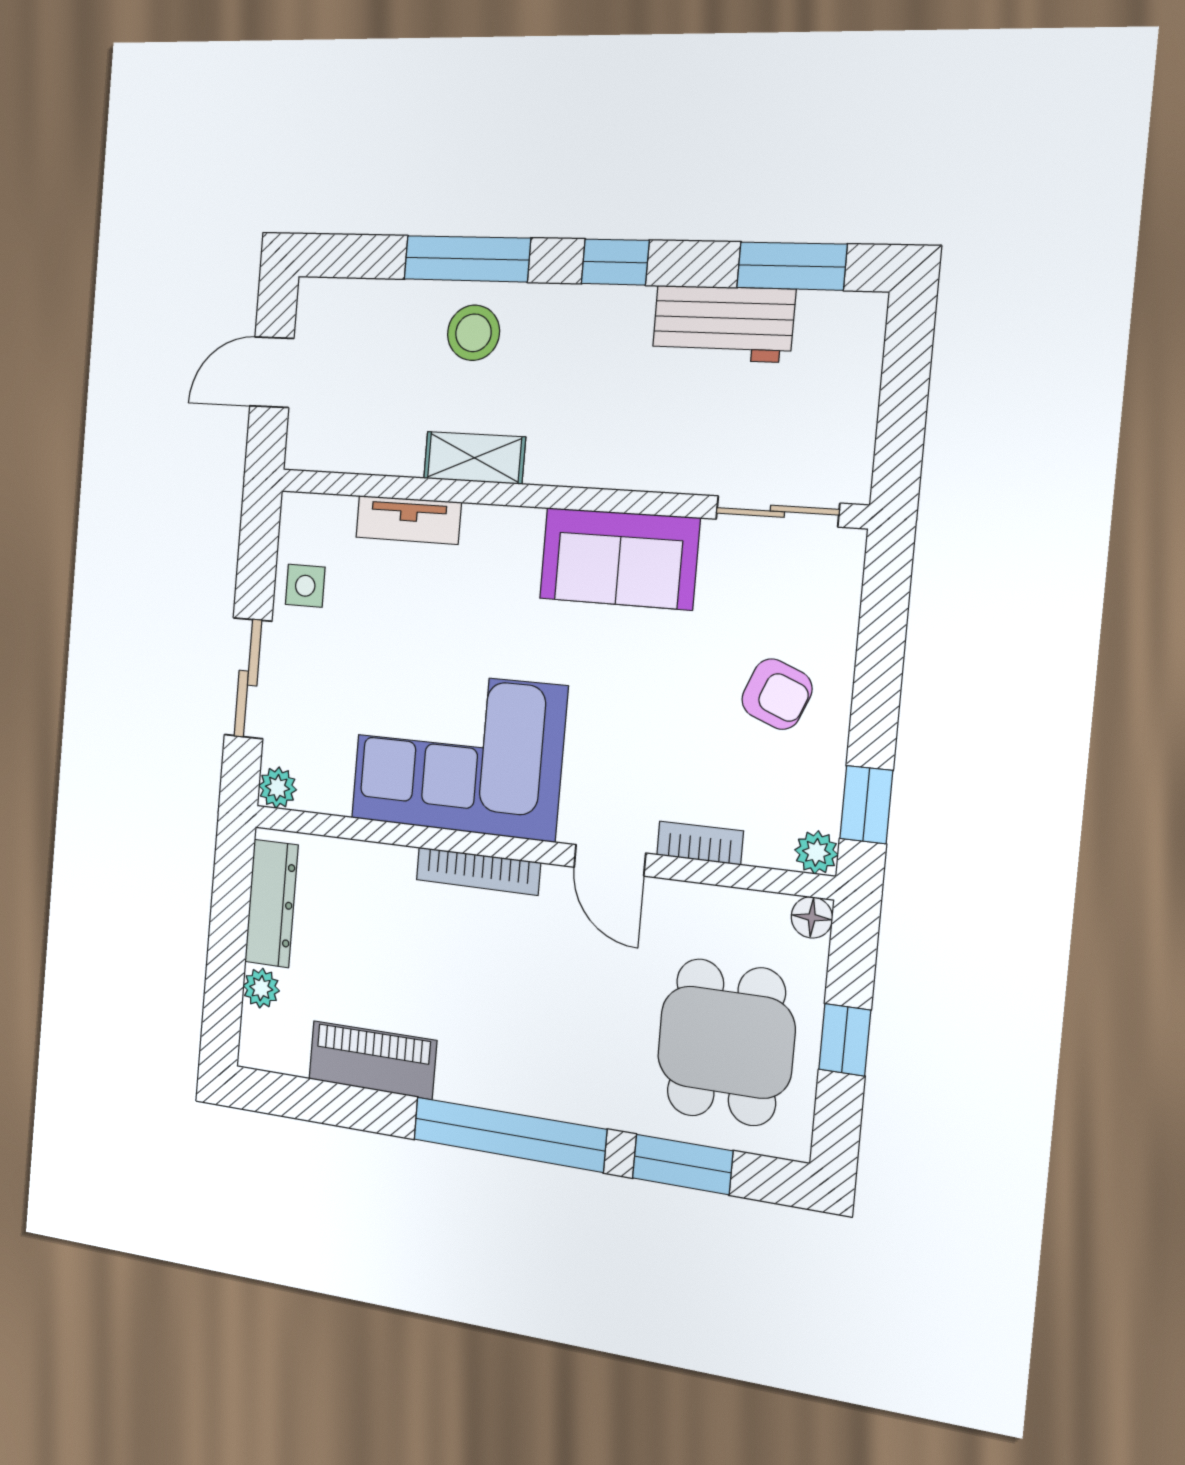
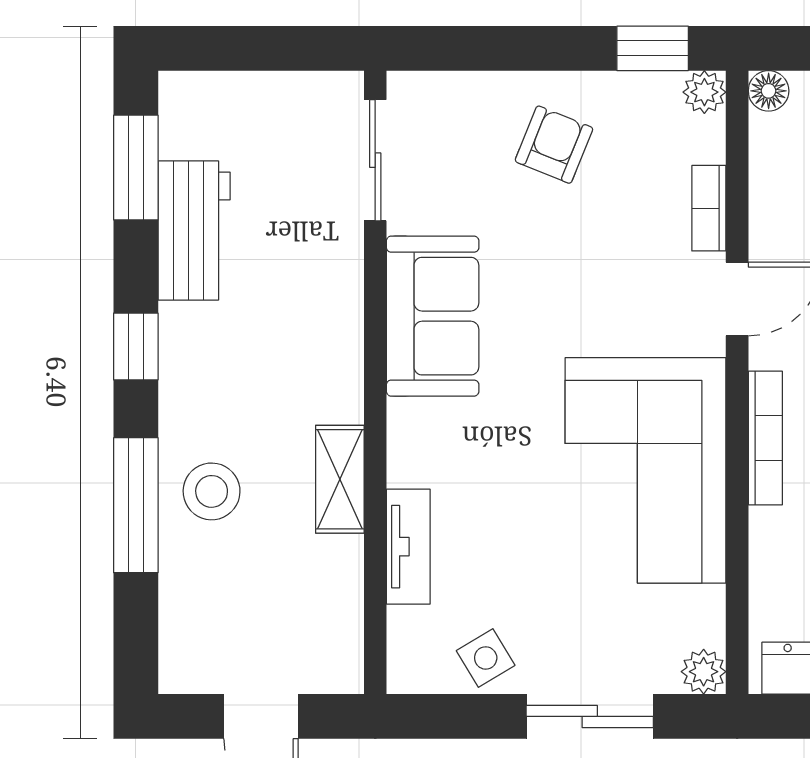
side table: (305, 586) -> (486, 658), turned -31

